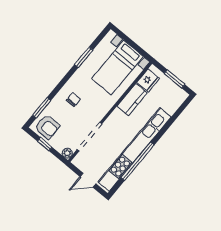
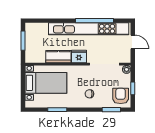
fridge: (148, 80) -> (79, 56), moved

